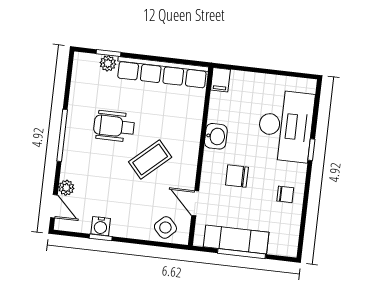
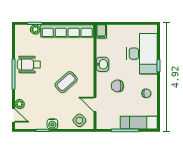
wheelchair: (114, 126) -> (29, 65), moved
water cooler: (101, 226) -> (52, 124), moved
exam couch: (236, 240) -> (139, 123), moved

